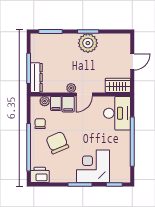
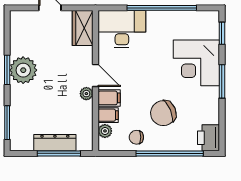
dresser: (36, 78) -> (55, 143), moved

